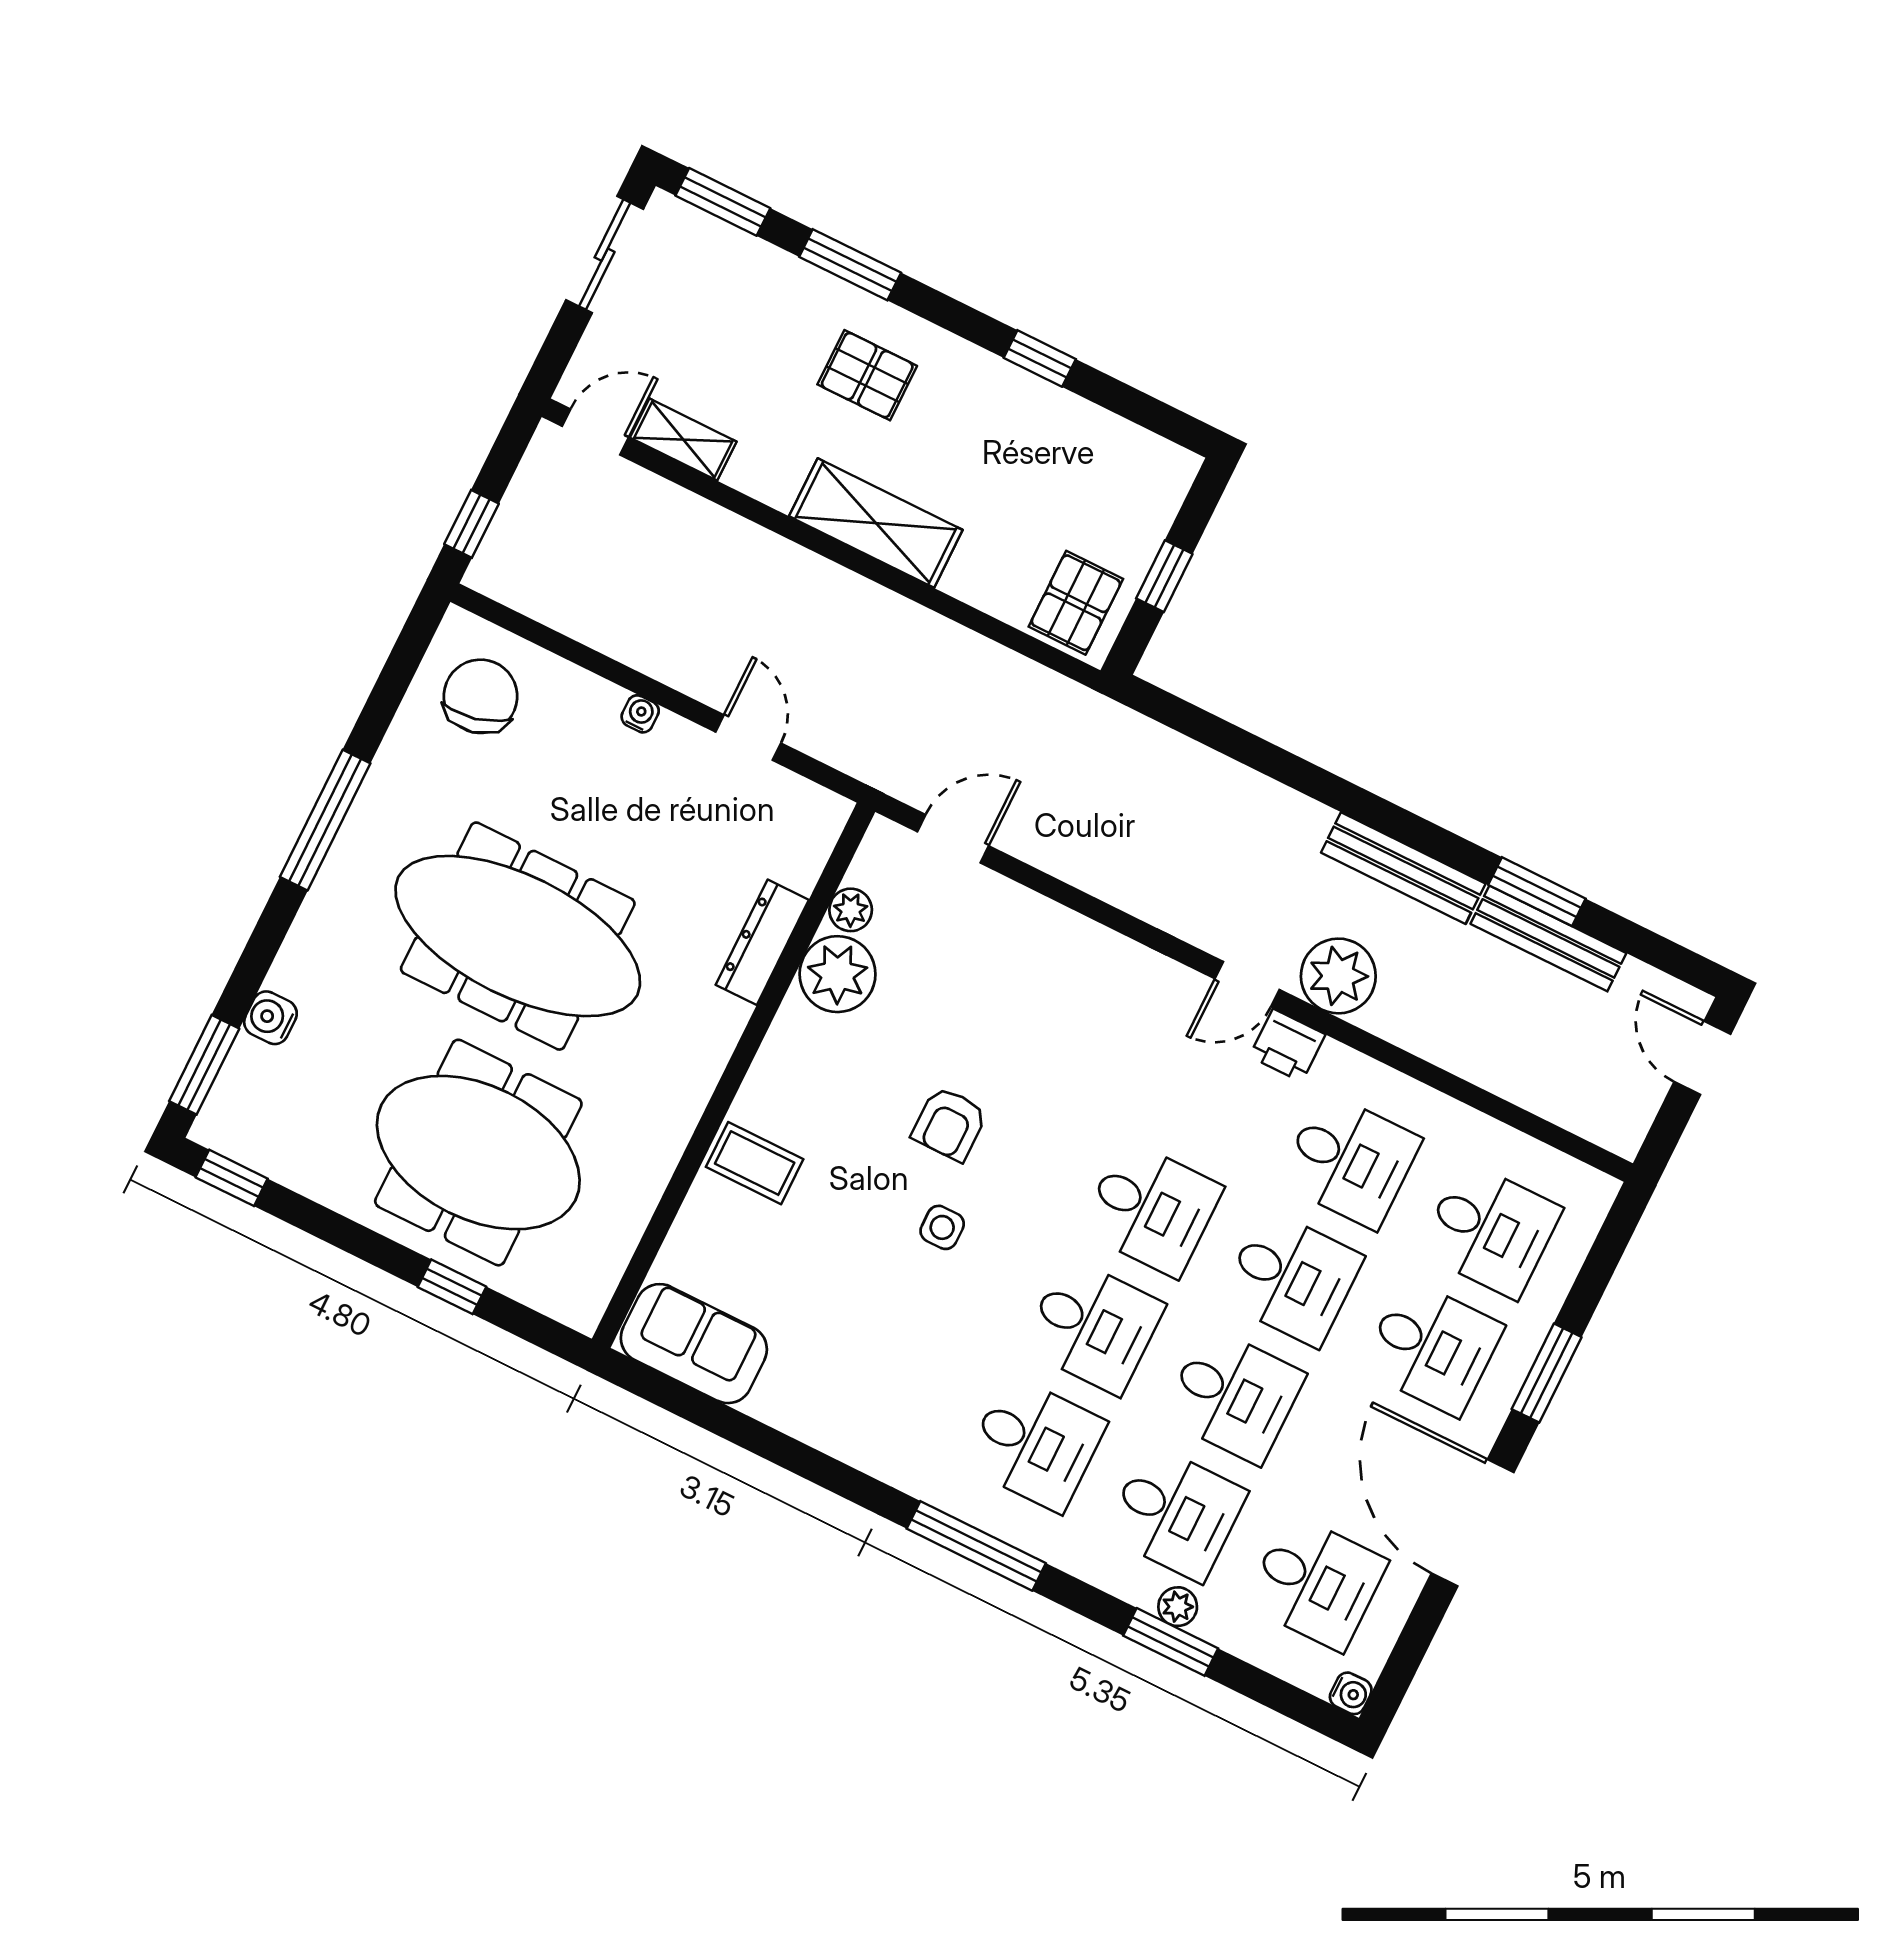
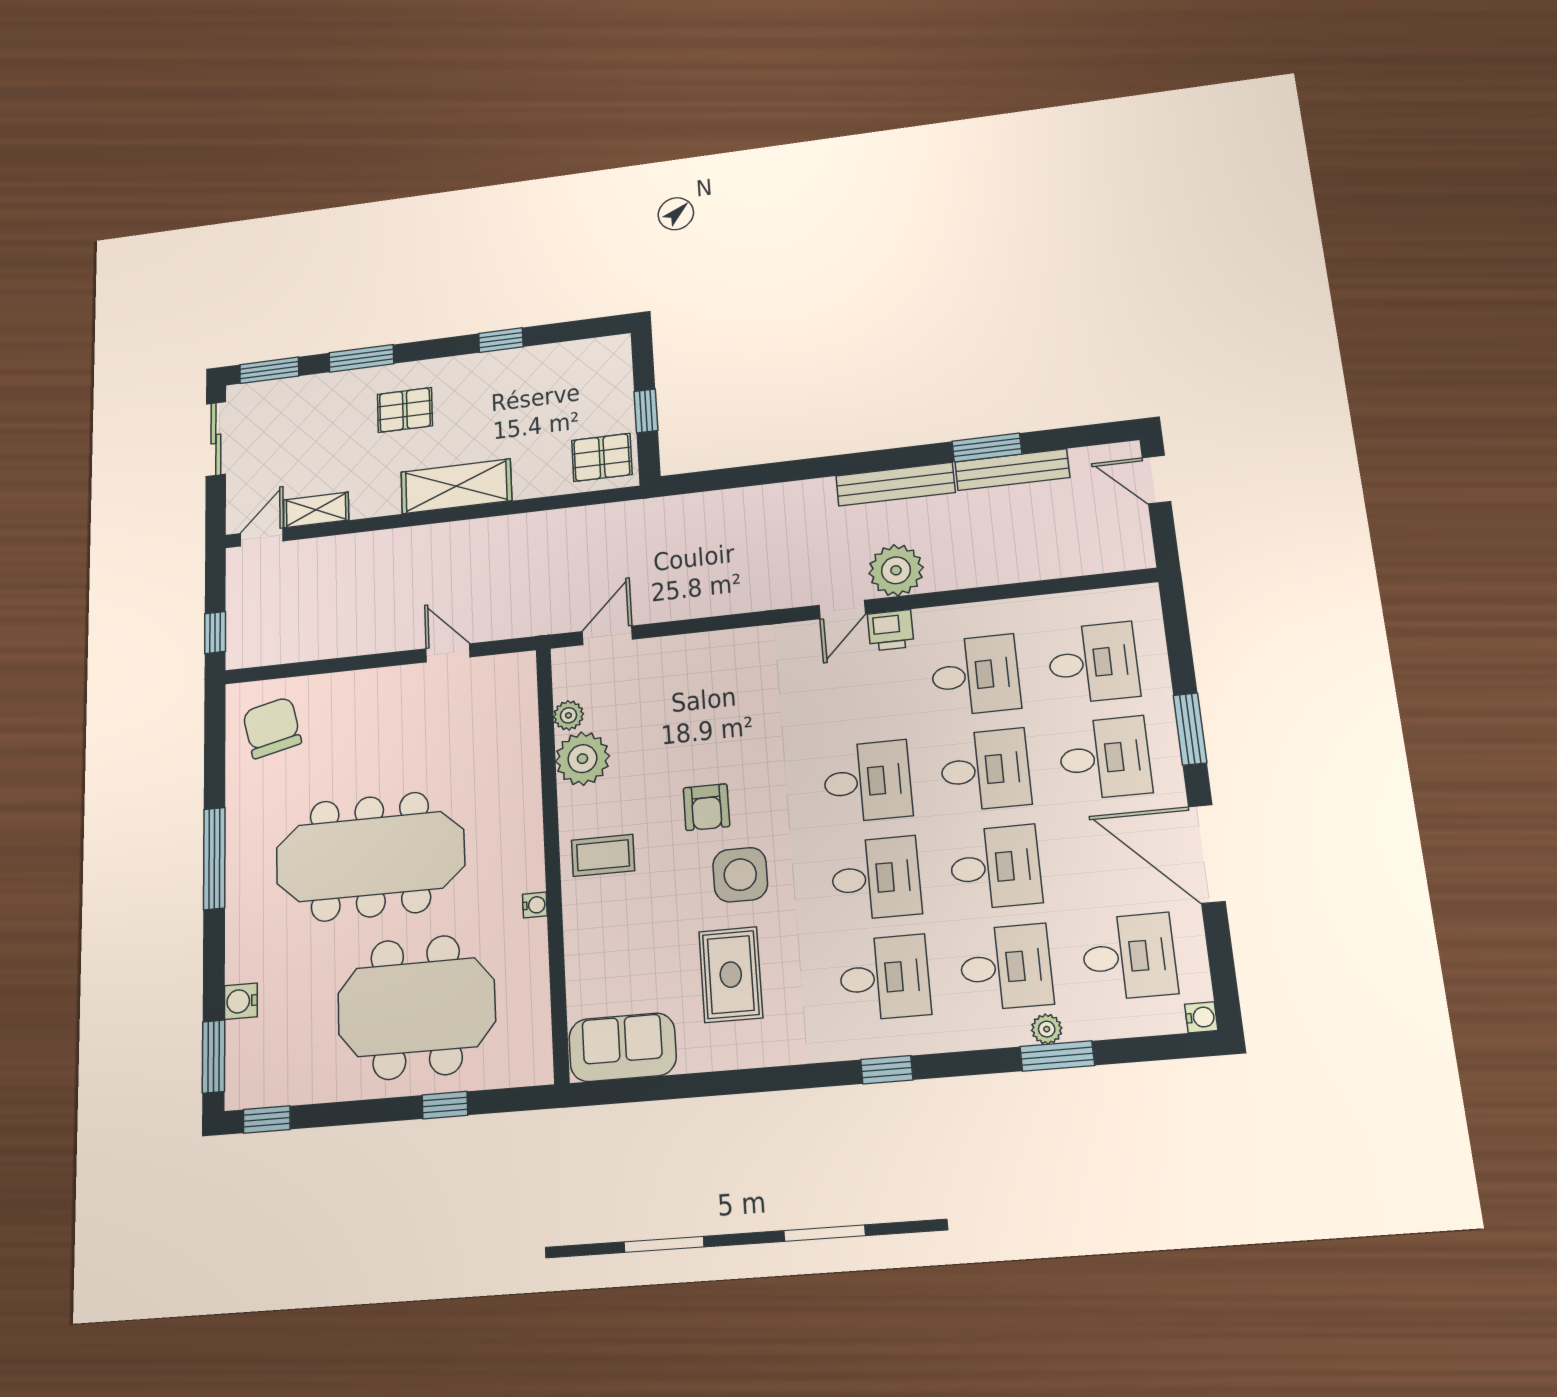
pallet: (1076, 603) -> (602, 457), turned 90
water cooler: (640, 714) -> (535, 905), moved, turned 90
dresser: (762, 942) -> (525, 768), removed
coffee table: (755, 1163) -> (603, 855), moved
side table: (942, 1227) -> (740, 875), width x1.87, depth x1.87
rug: (864, 1336) -> (731, 975), added
window: (976, 1546) -> (887, 1070), width x0.46

